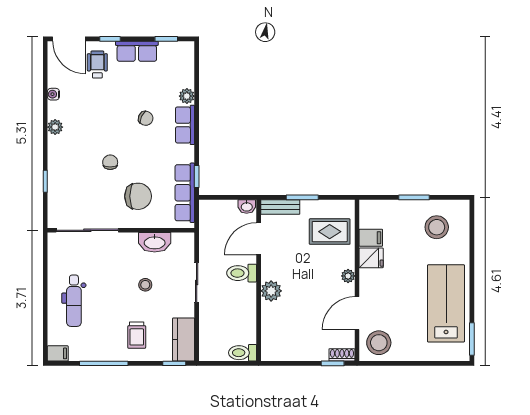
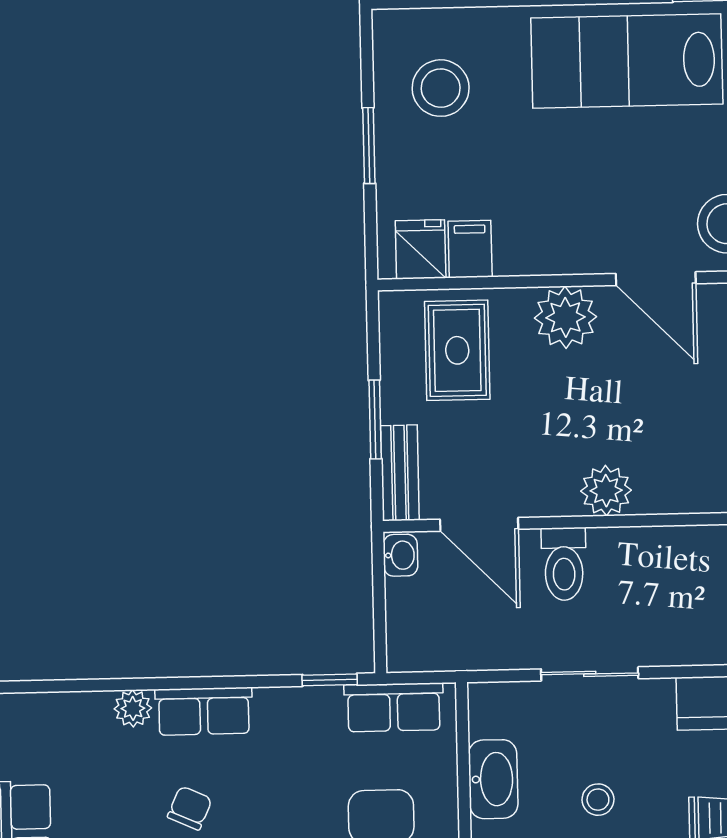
row of seats: (185, 193) -> (394, 707), width x0.68
fridge: (371, 258) -> (421, 249), moved
plant: (348, 276) -> (565, 317), width x1.87, depth x1.87

